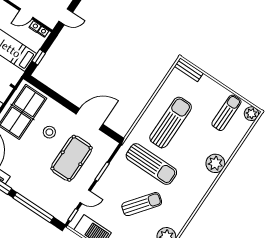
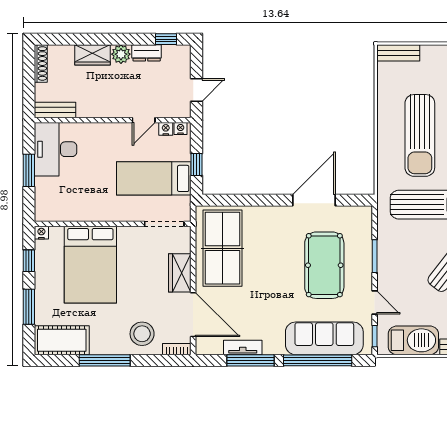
sun lounger: (171, 122) -> (420, 135), turned 180
stool: (49, 132) -> (274, 251), removed
door: (85, 197) -> (375, 302), hinge flipped
sofa: (45, 198) -> (324, 338), added

